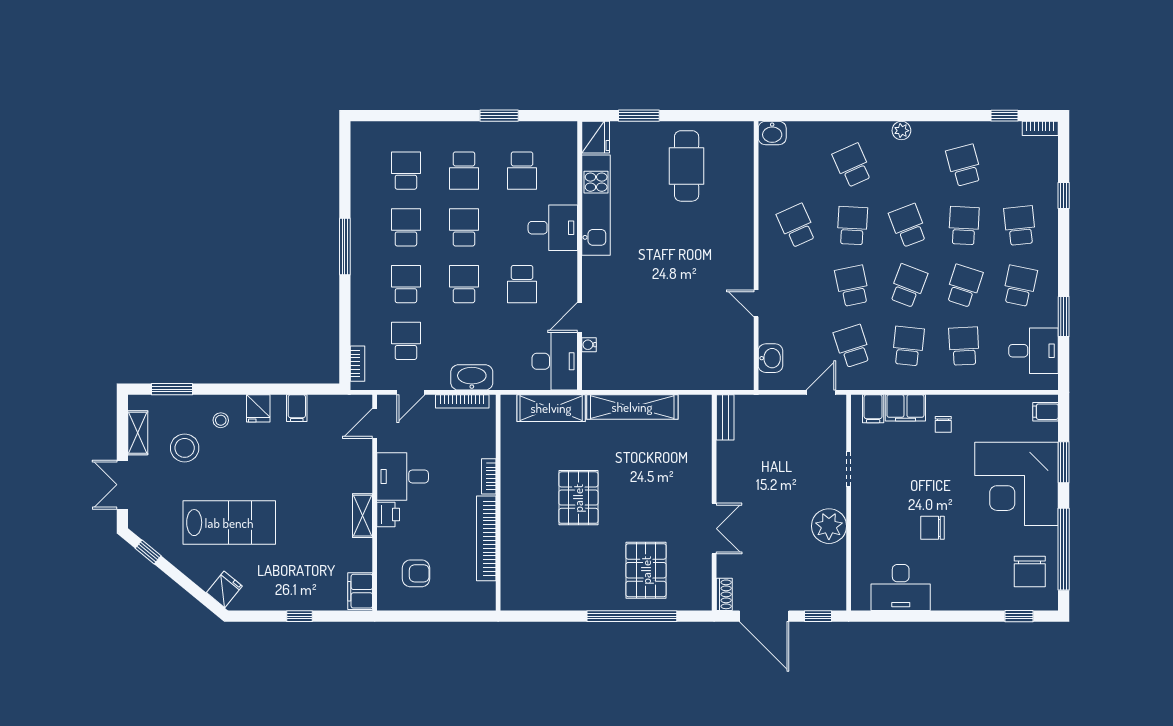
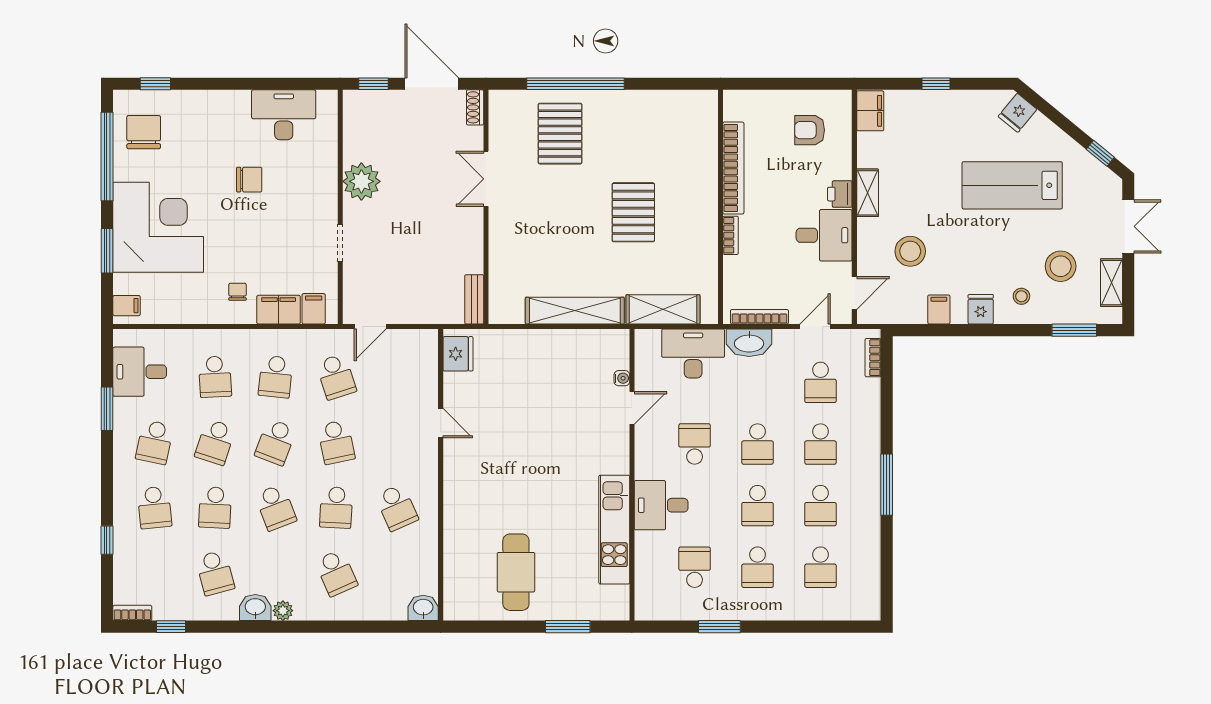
fridge: (596, 137) -> (458, 354), moved, turned 180
school desk: (464, 171) -> (758, 567), turned 180
washbasin: (770, 358) -> (255, 607), moved, turned 90
desk: (555, 361) -> (693, 354), moved, turned 90
stool: (323, 462) -> (910, 251), added

